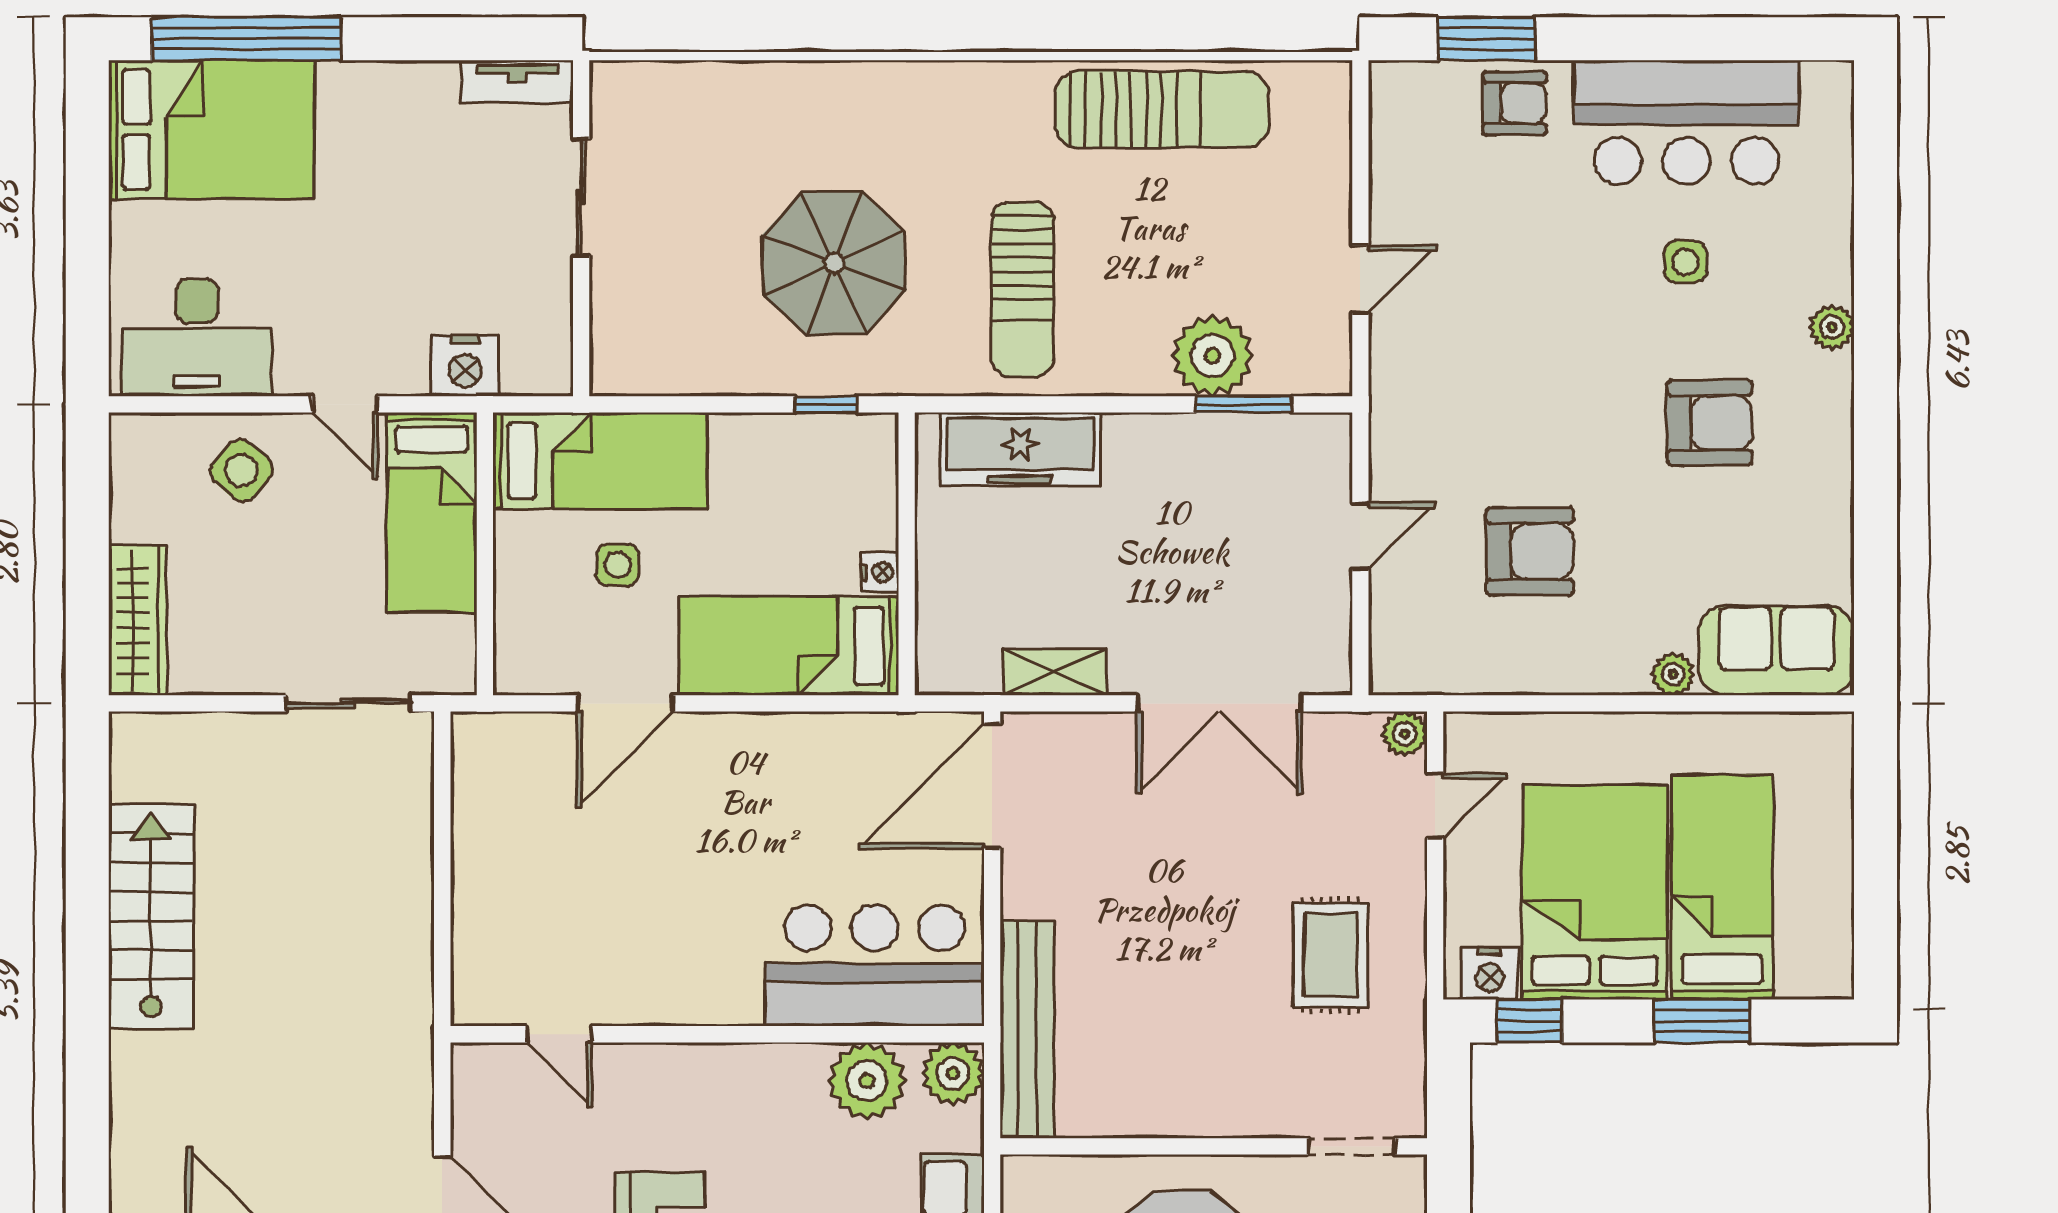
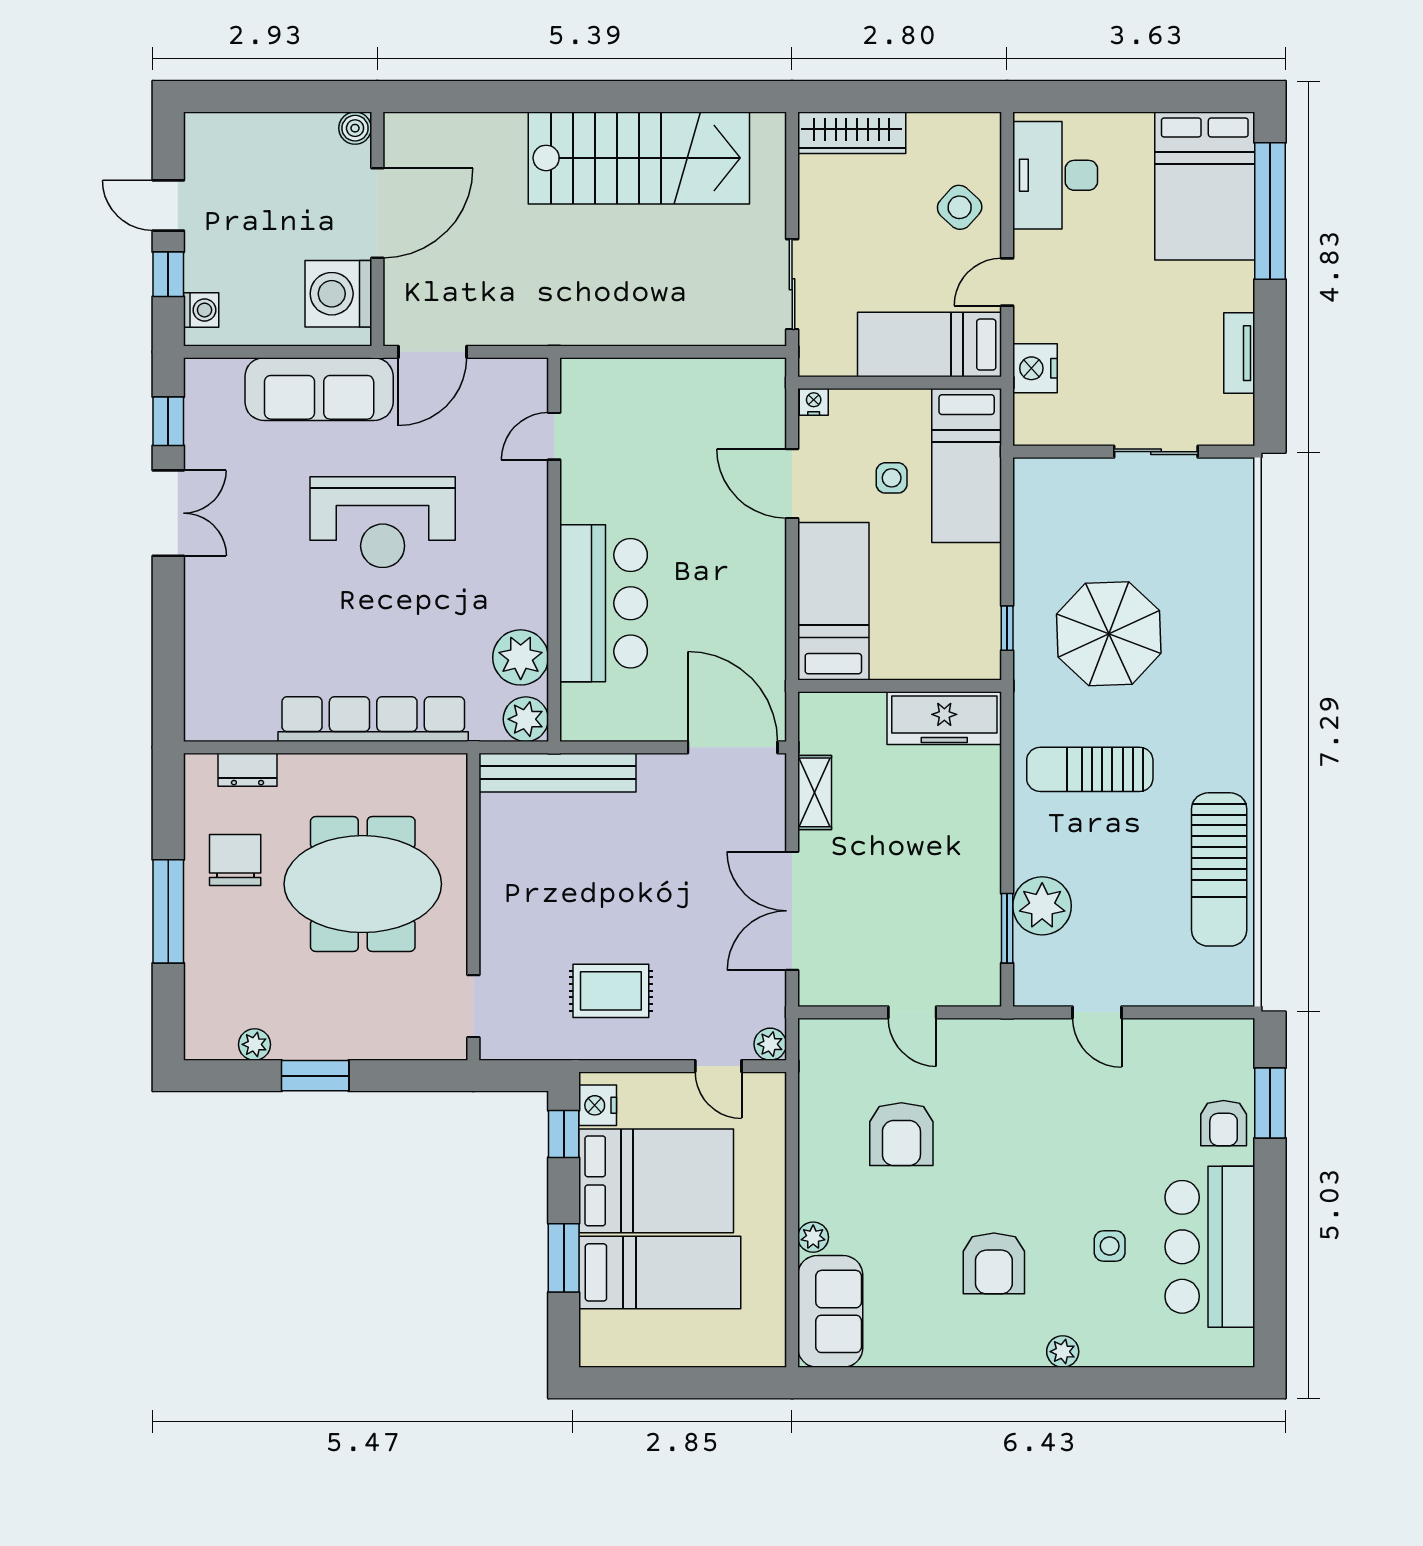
tv unit: (517, 81) -> (1239, 353), moved
freezer: (1020, 449) -> (944, 718), moved, turned -90
nightstand: (880, 572) -> (814, 402), moved, turned 180
stairs: (151, 916) -> (639, 158), width x1.36, depth x1.51
bar counter: (875, 965) -> (604, 603), moved

